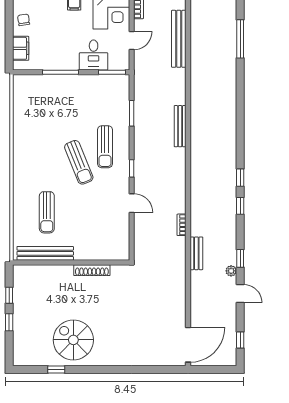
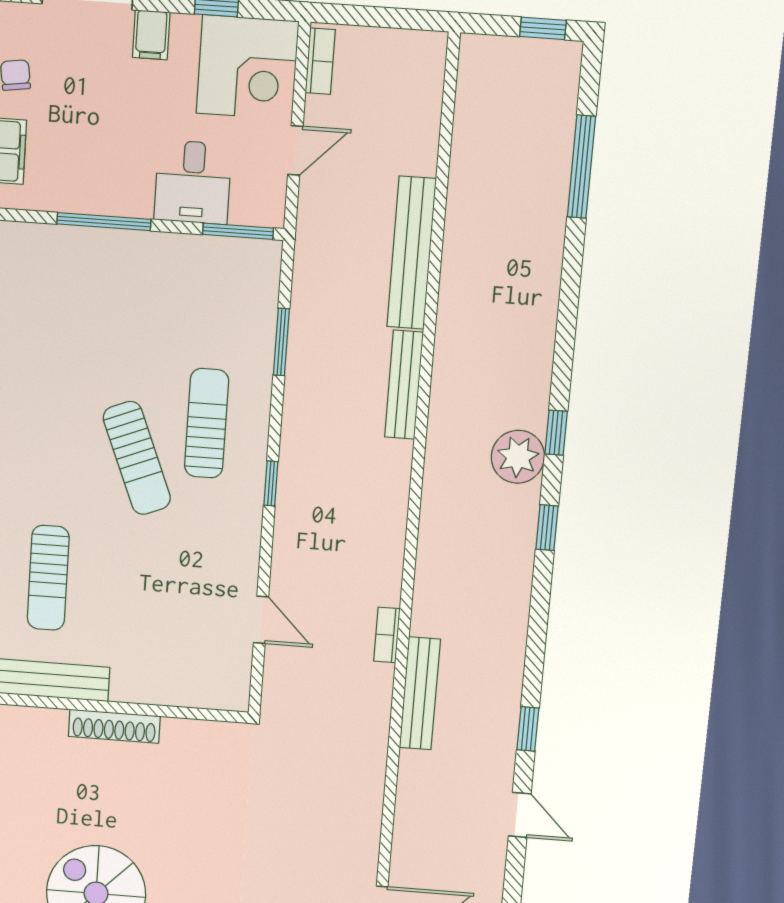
bench: (179, 39) -> (412, 253), moved
sun lounger: (105, 147) -> (207, 423), turned 180
door: (132, 203) -> (261, 620), moved
window: (240, 206) -> (556, 433), moved
bench: (196, 253) -> (420, 693), width x1.36
shoe rack: (92, 270) -> (114, 726), moved
plant: (231, 271) -> (518, 457), moved, width x1.88, depth x1.88

